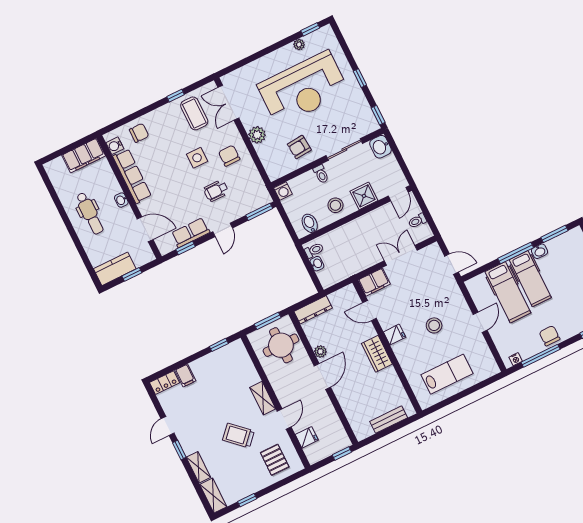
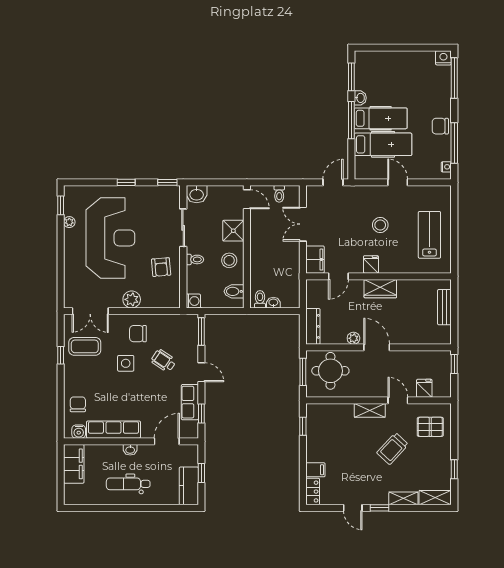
wheelchair: (216, 191) -> (164, 361), turned 124
dental chair: (90, 213) -> (128, 484), turned 180

